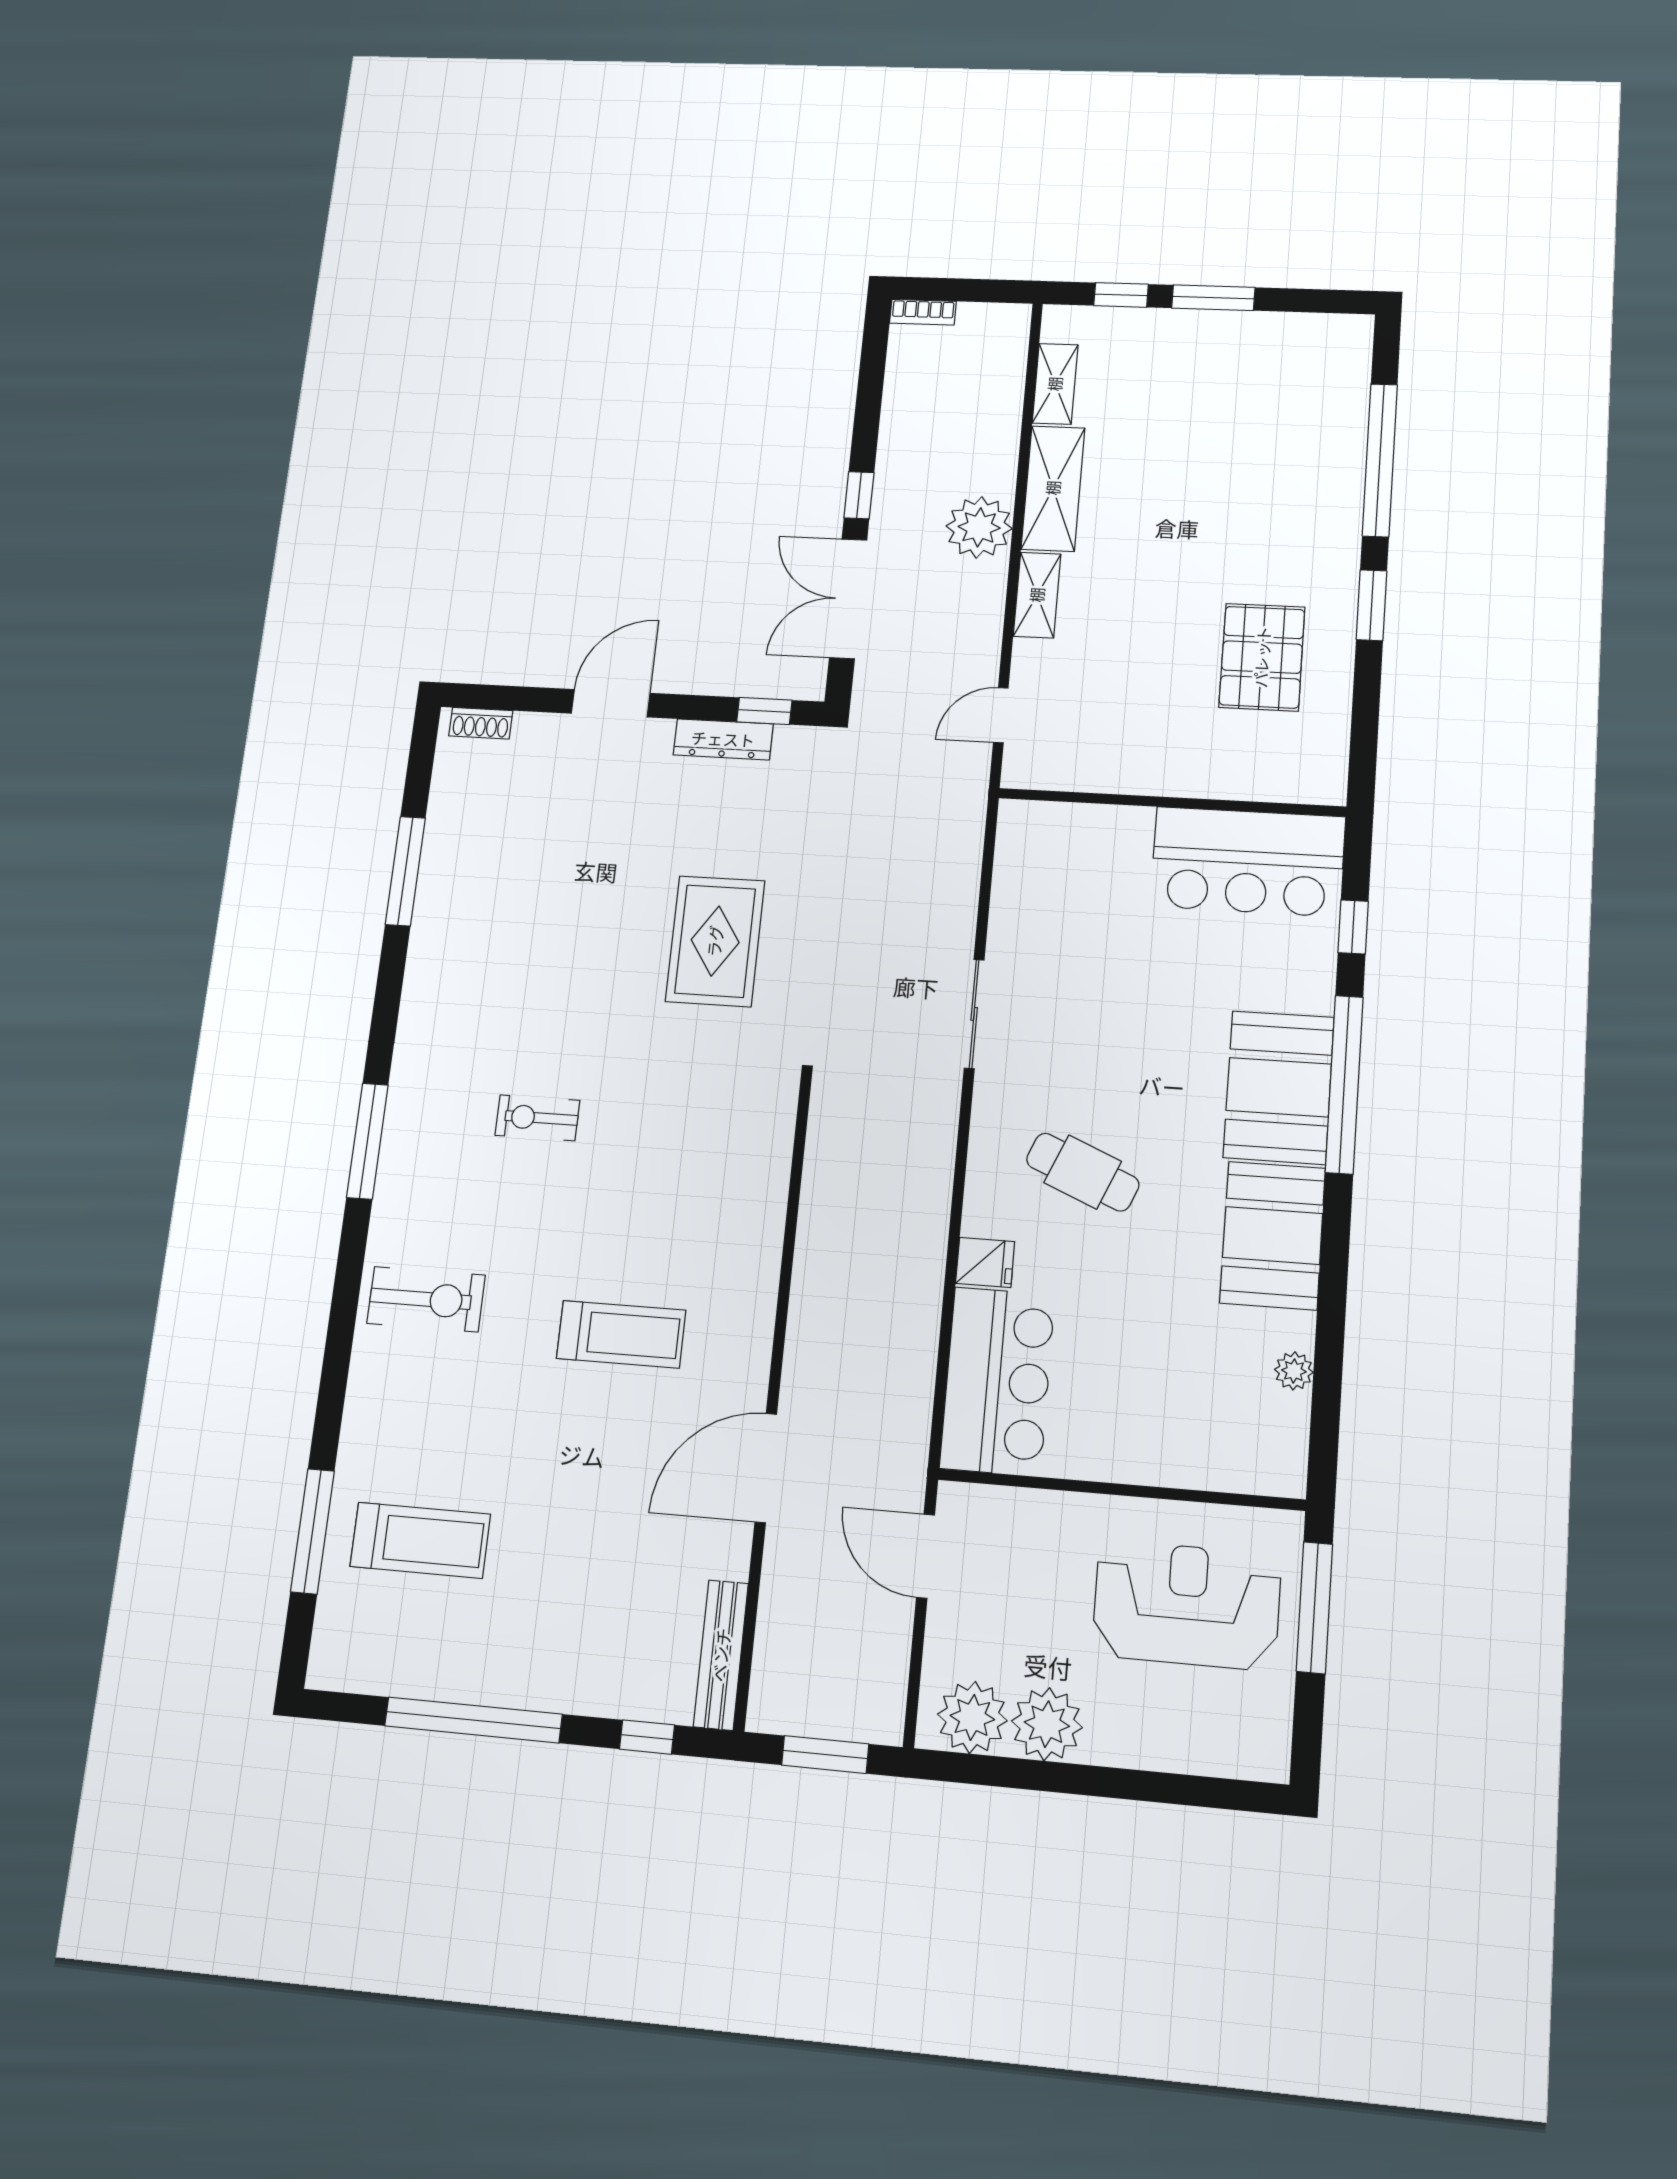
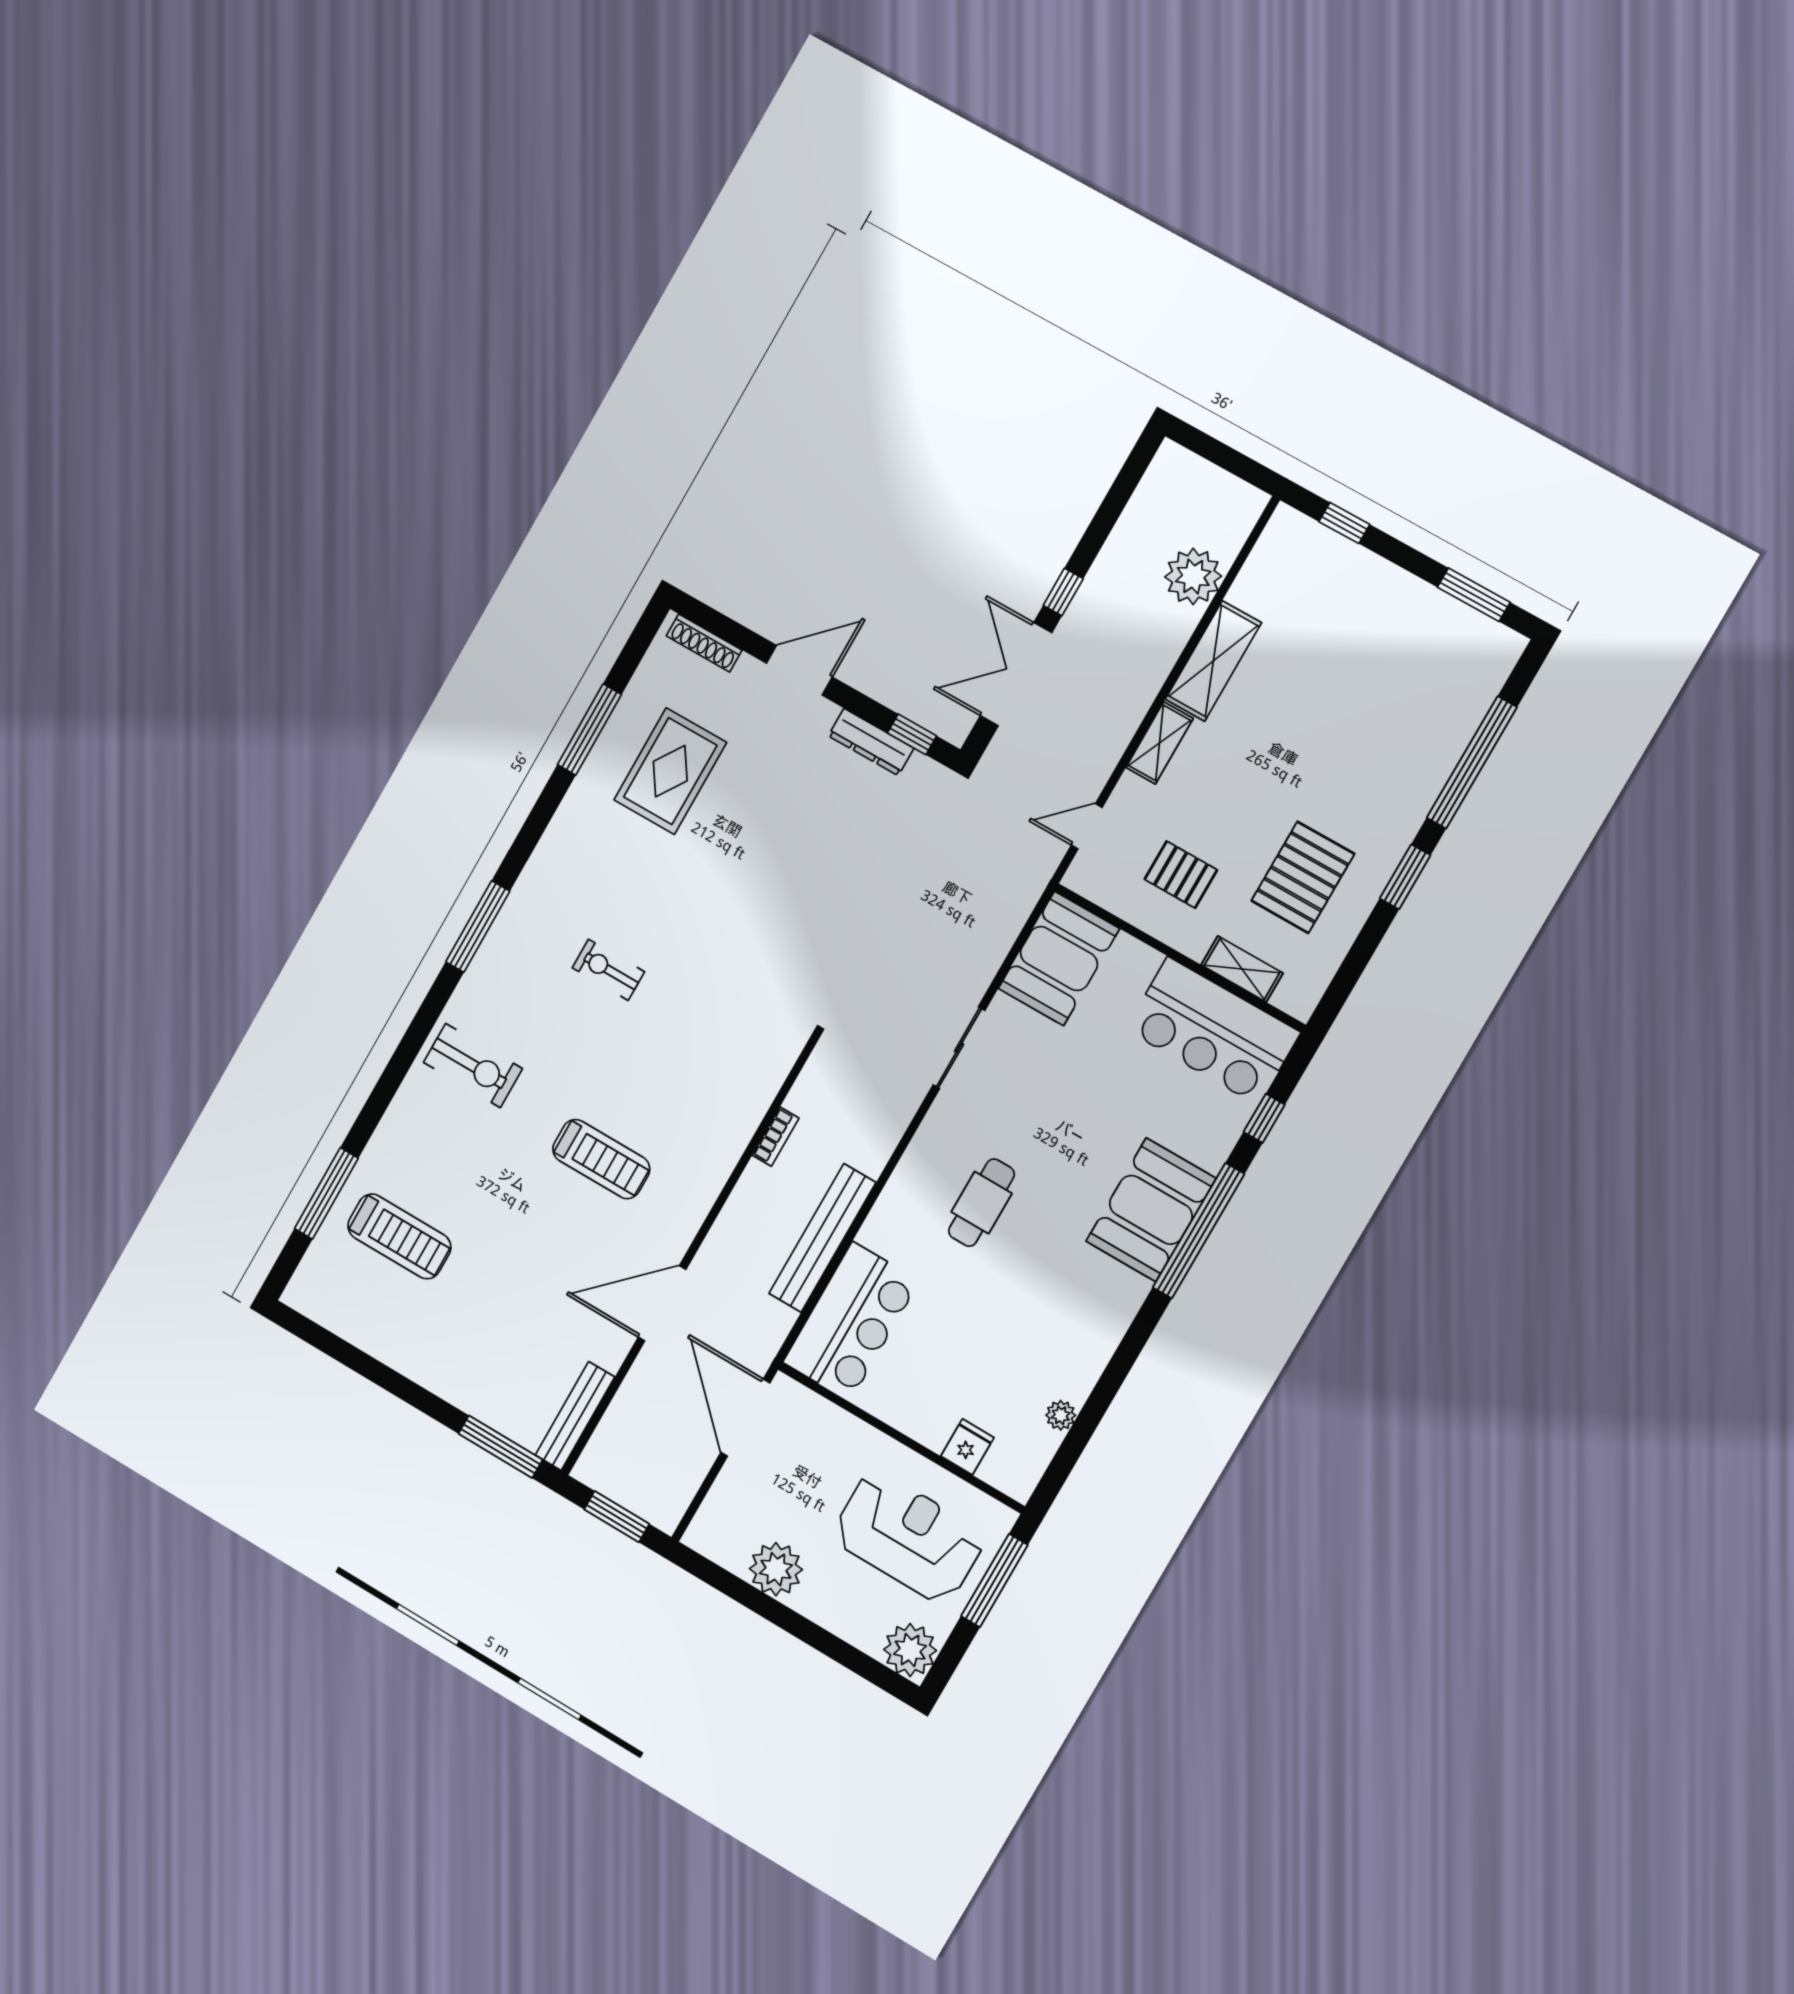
window: (1213, 298) -> (1474, 595), moved
bookcase: (923, 312) -> (776, 1137), moved, turned -90
shelving: (1055, 384) -> (1242, 969), moved, turned 90
plant: (979, 527) -> (1193, 576), moved
pallet: (1128, 716) -> (1181, 875), added
shoe rack: (481, 723) -> (704, 643), width x1.43
rug: (715, 941) -> (670, 771), moved
cafe table: (1083, 1172) -> (982, 1203), turned 67
booth: (1273, 1235) -> (1059, 959), moved
fridge: (985, 1262) -> (967, 1447), moved, turned -90
bench: (919, 1301) -> (822, 1238), added
door: (926, 1556) -> (745, 1418), width x1.36
plant: (972, 1717) -> (910, 1650), moved
window: (473, 1720) -> (386, 1378), removed
window: (647, 1737) -> (501, 1447), width x2.17

